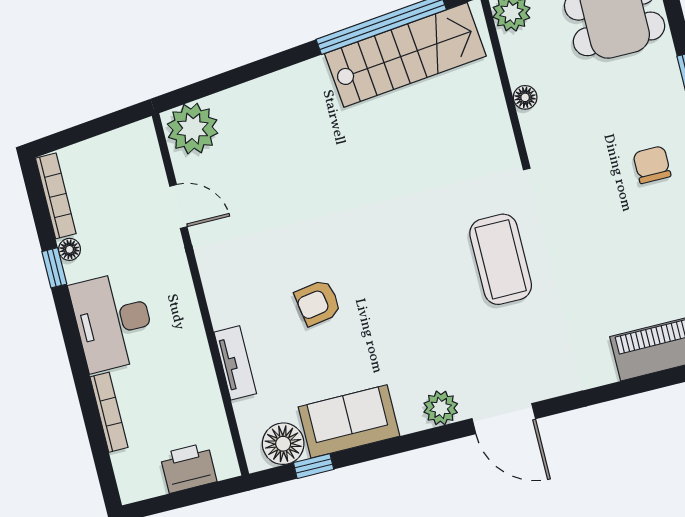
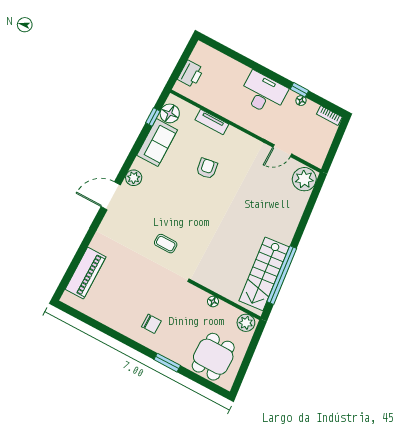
bookcase: (56, 196) -> (329, 115), width x0.64
coffee table: (501, 259) -> (166, 244), width x0.54, depth x0.58
bookcase: (109, 412) -> (234, 64), removed

